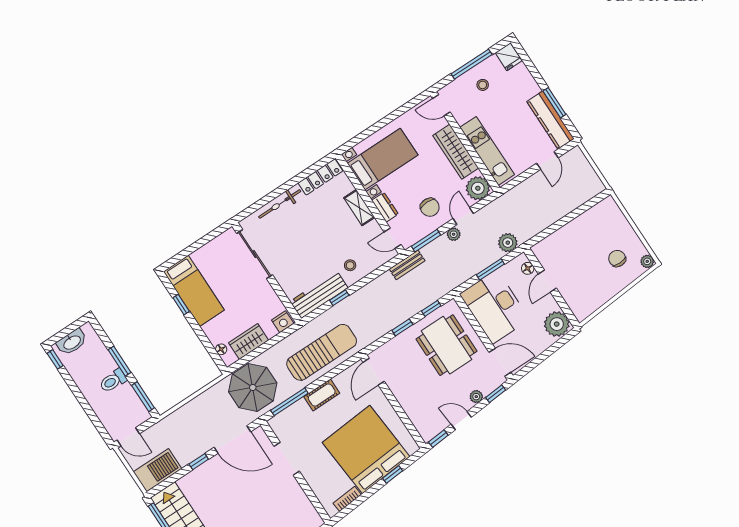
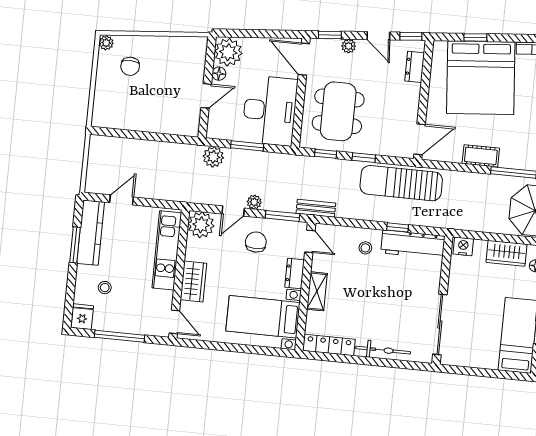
stool: (483, 85) -> (105, 288), moved
wardrobe: (456, 152) -> (194, 282), width x0.67
floor lamp: (528, 268) -> (219, 74), moved
sun lounger: (322, 352) -> (401, 183), moved
dresser: (418, 419) -> (415, 67), added

